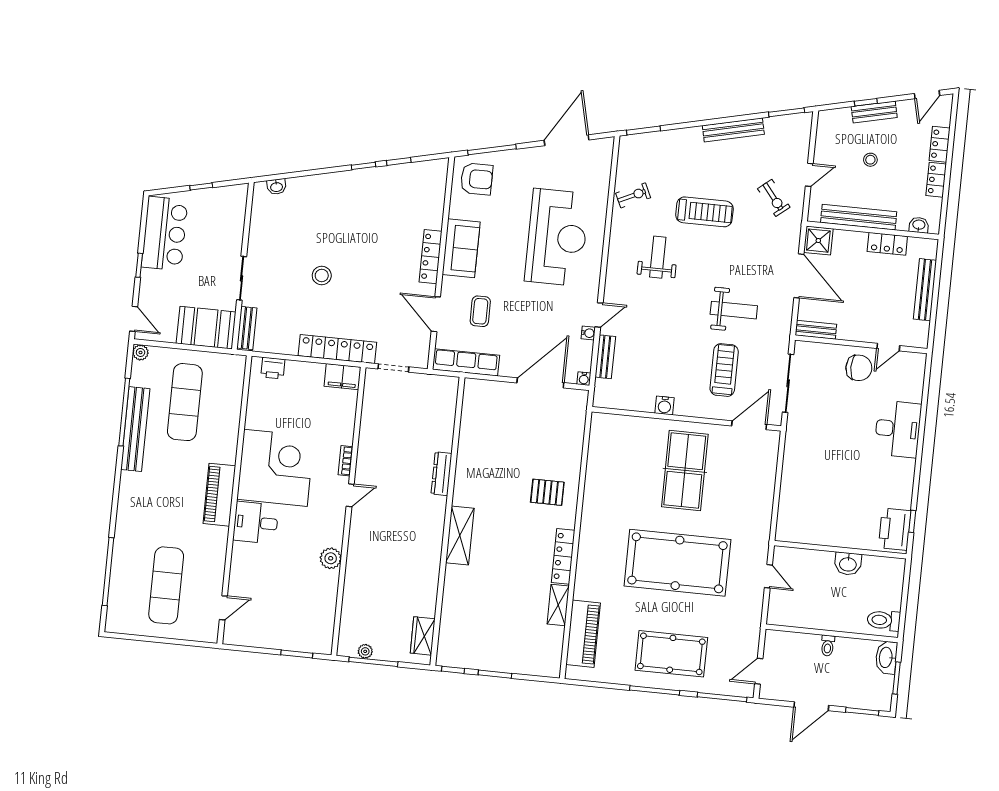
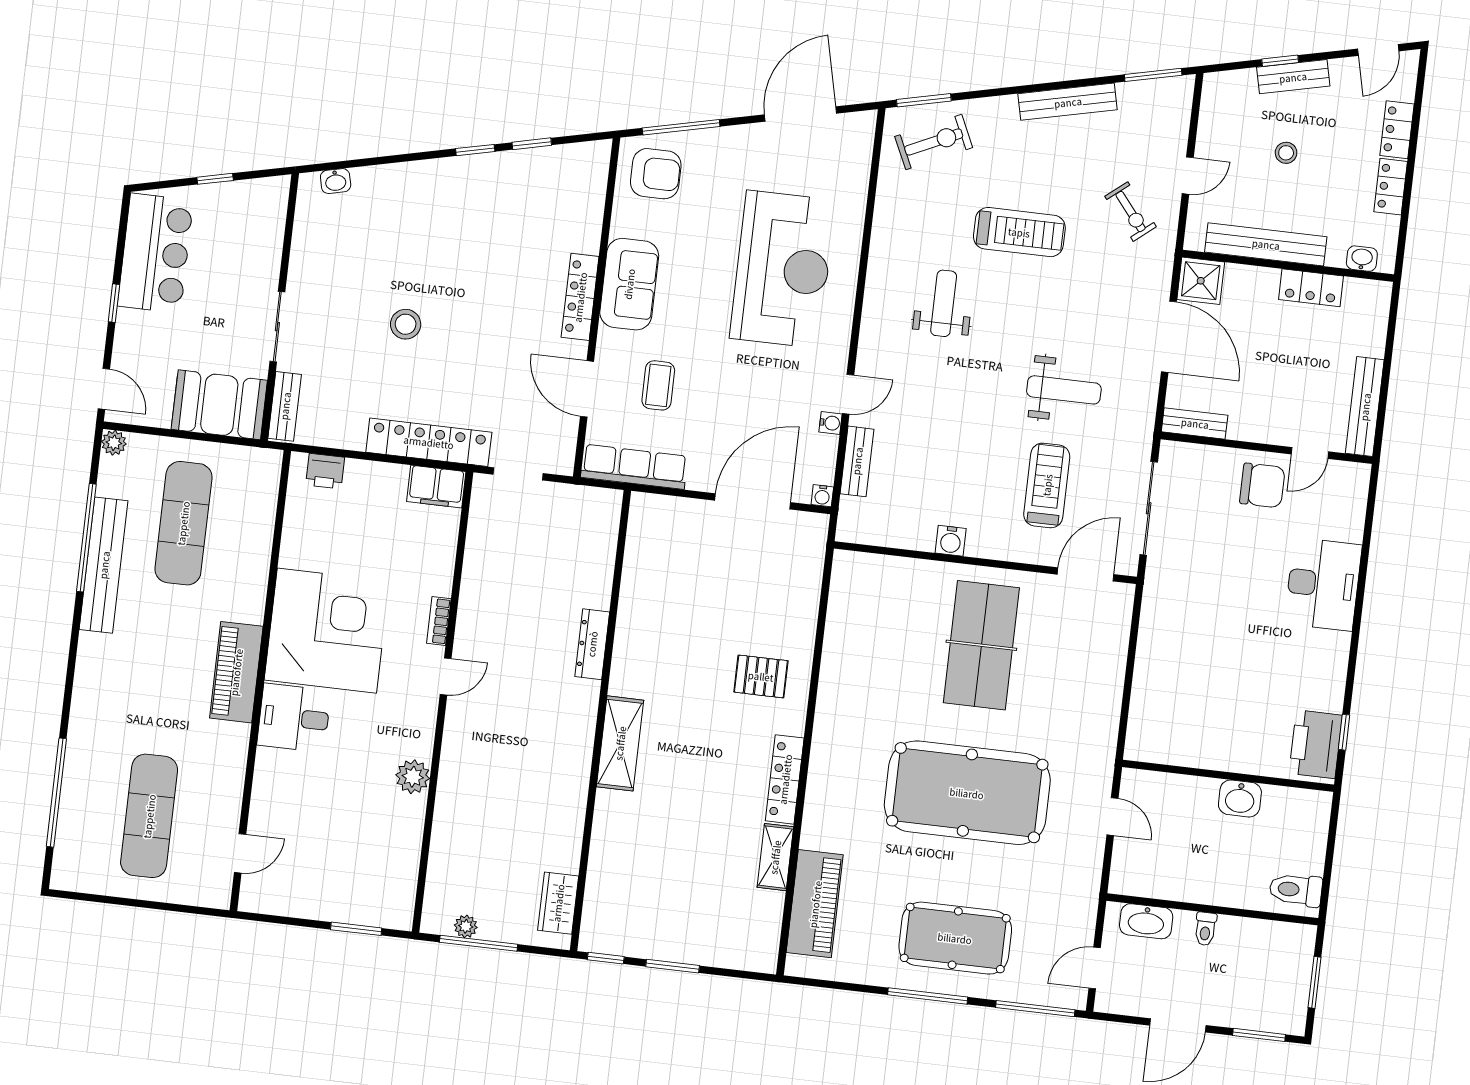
exercise bike: (633, 195) -> (934, 142), moved, width x1.38, depth x1.39
bench: (925, 290) -> (1365, 407), moved
washbasin: (886, 657) -> (1146, 921), moved, turned -90

